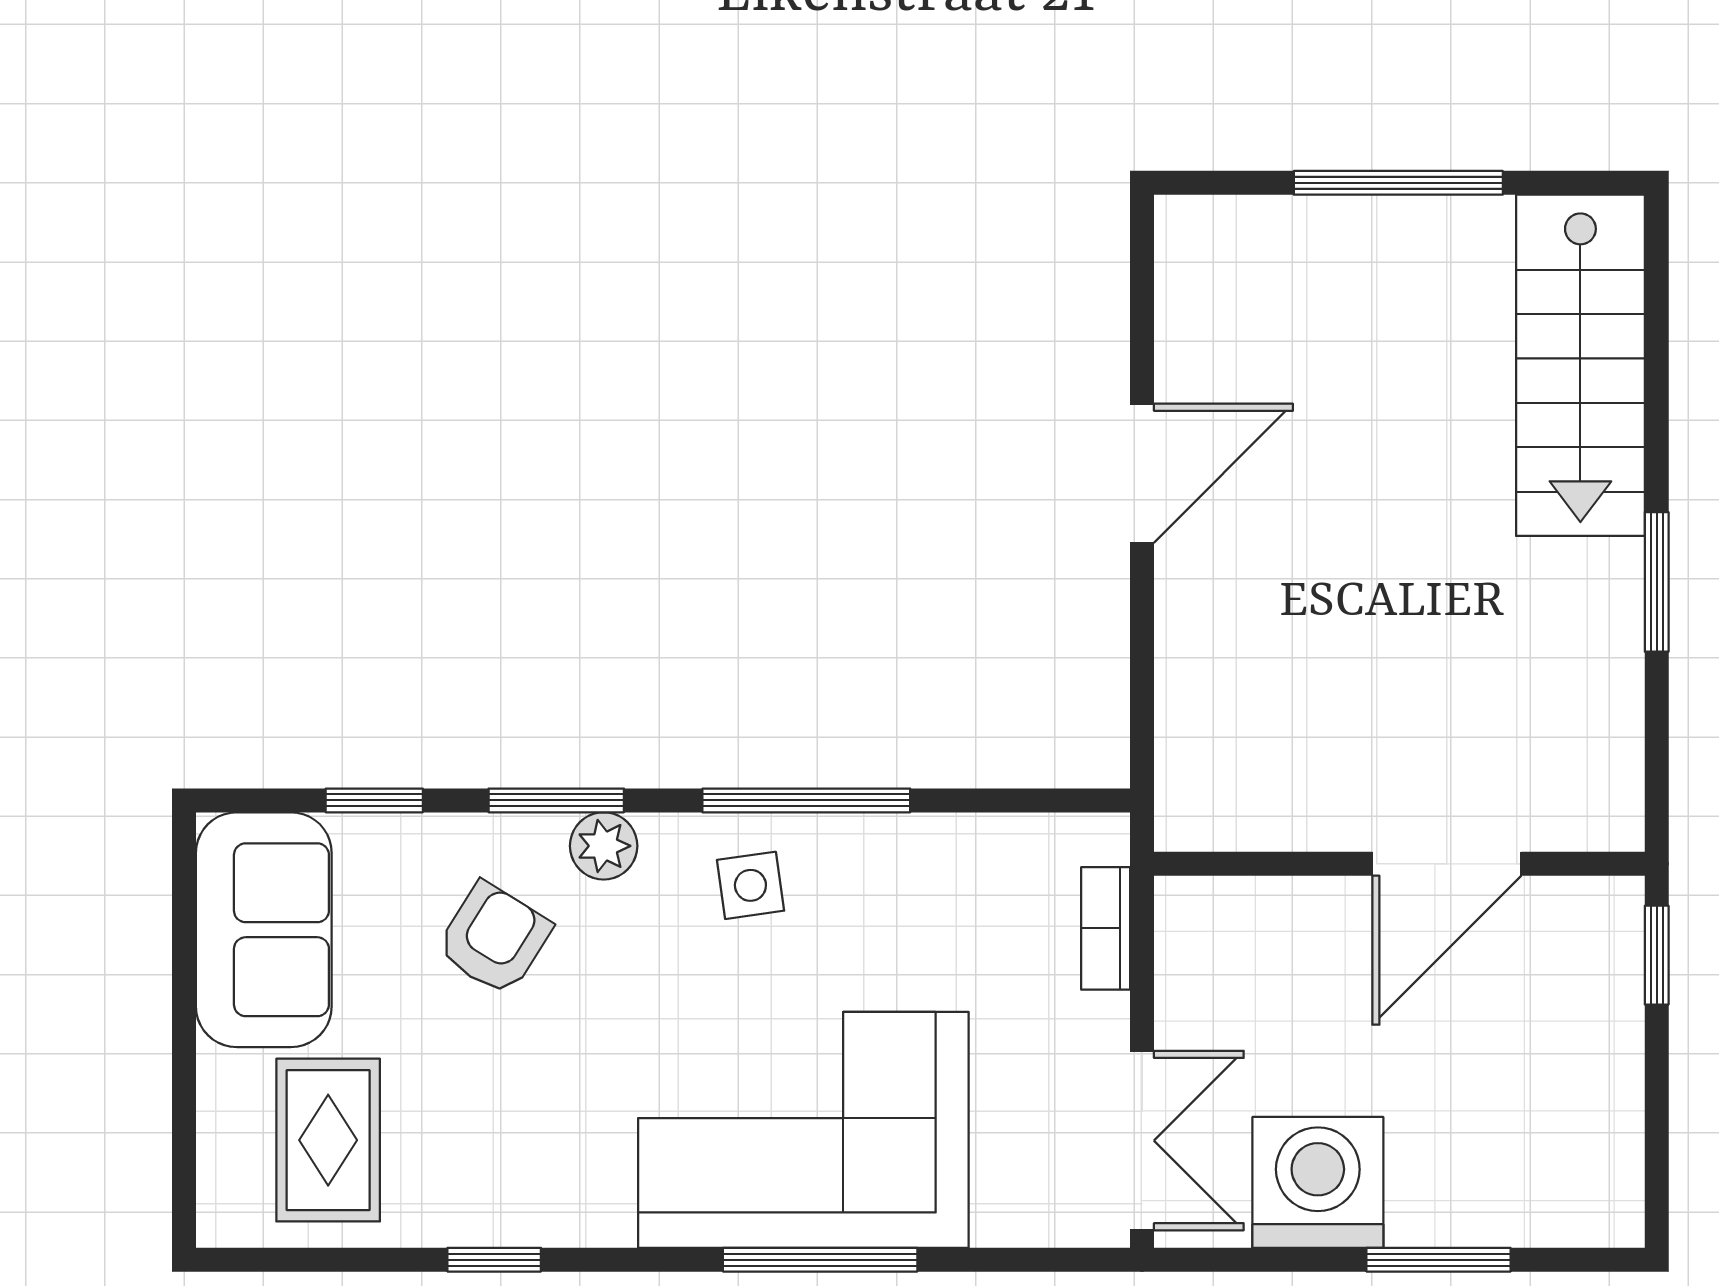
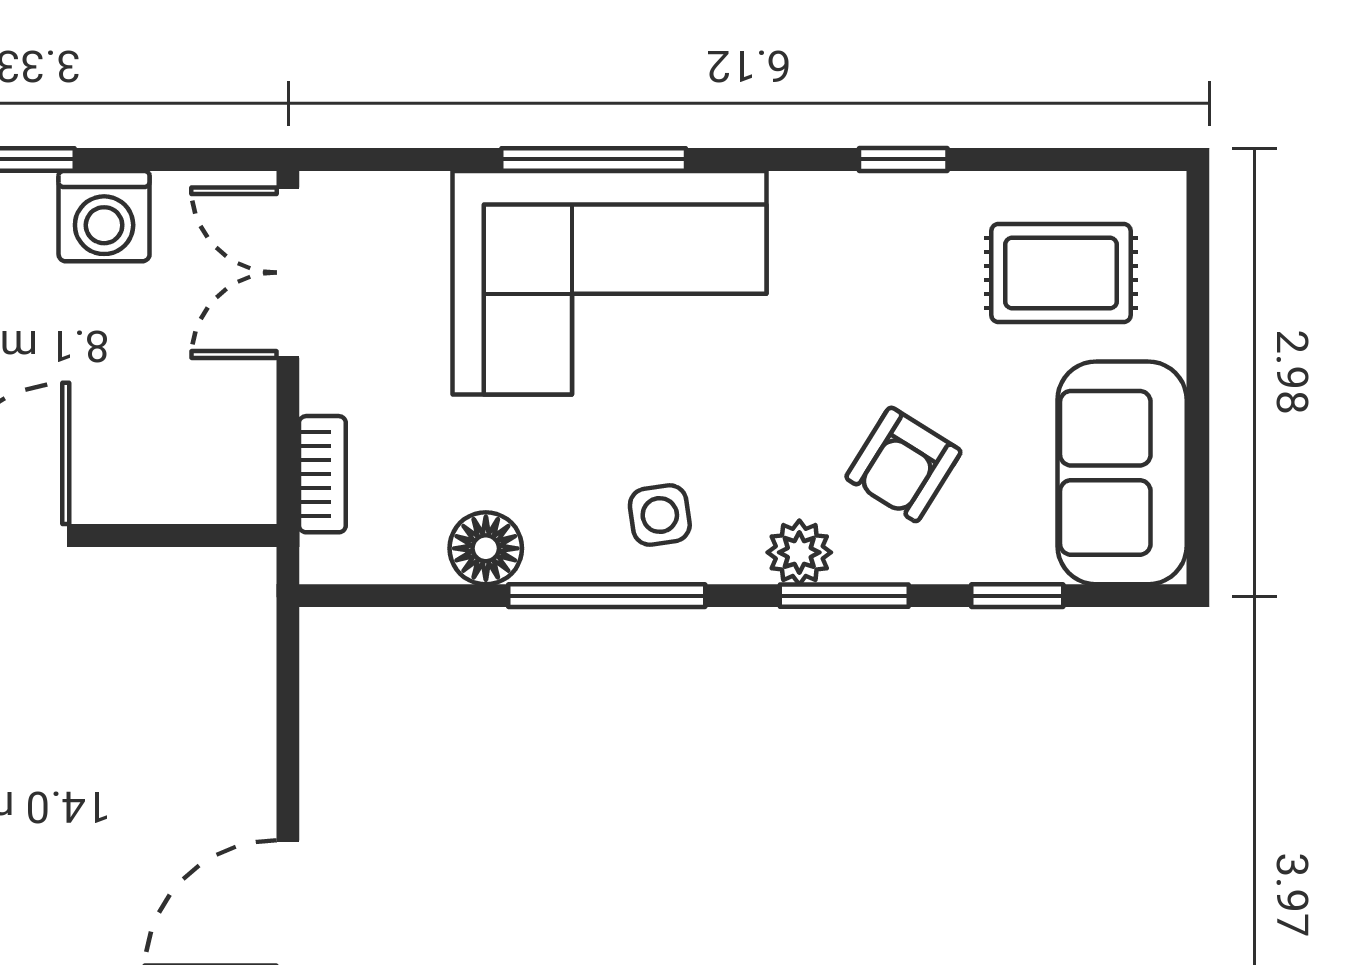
floor lamp: (934, 850) -> (486, 548), added
rug: (328, 1140) -> (1061, 273), turned 90
washing machine: (1318, 1182) -> (104, 216), width x0.73, depth x0.73

